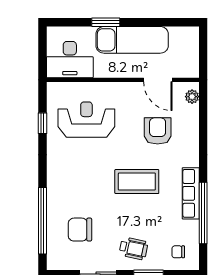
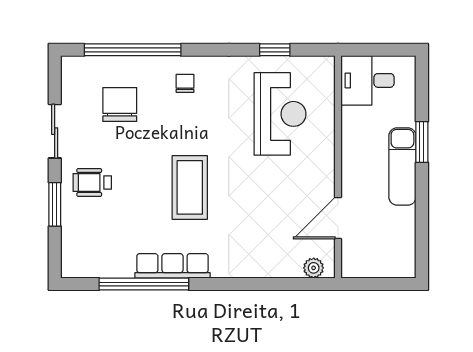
exam couch: (132, 40) -> (402, 166), width x0.73, depth x0.69
desk: (70, 60) -> (368, 80), width x0.73
armchair: (158, 131) -> (263, 218), removed
wheelchair: (133, 248) -> (92, 182), turned 78
chair: (178, 252) -> (185, 83), moved

